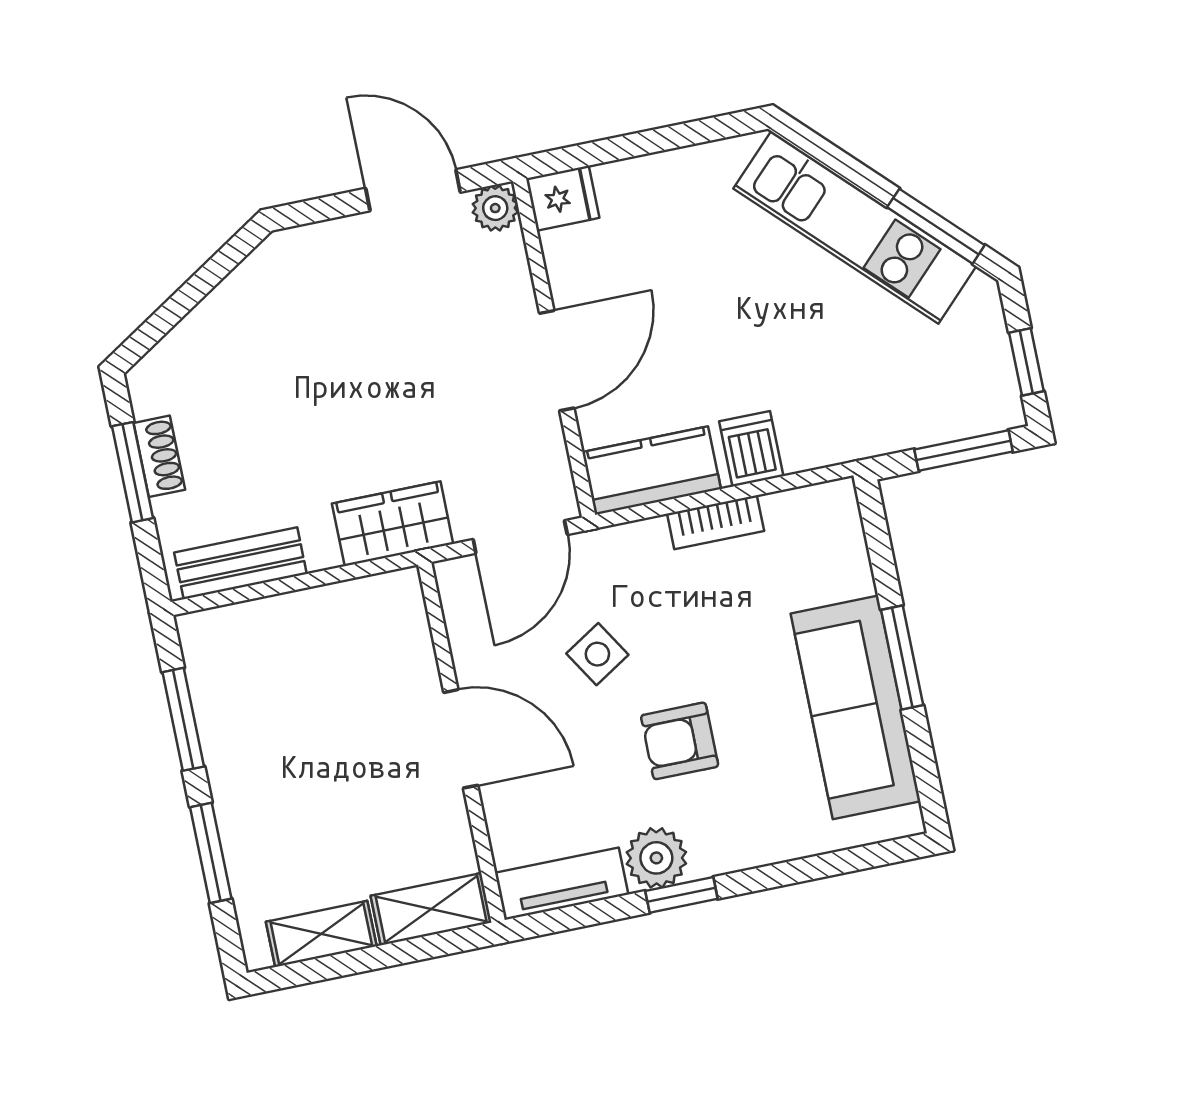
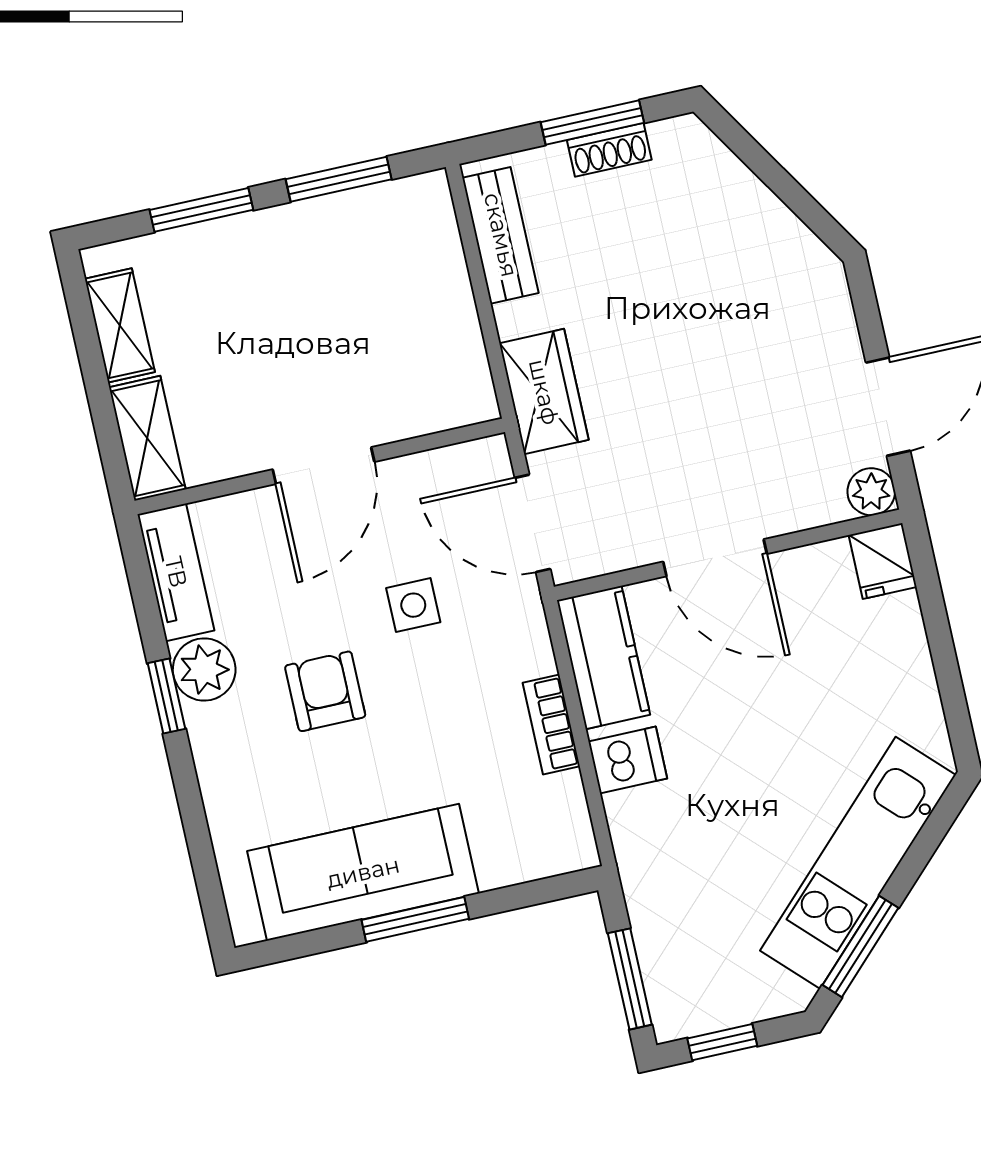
side table: (597, 654) -> (413, 605), turned 32

